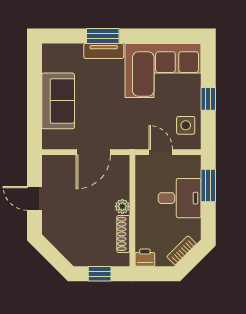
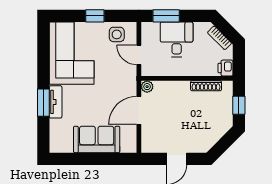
door: (93, 152) -> (139, 110), swing flipped
door: (161, 152) -> (139, 55), hinge flipped
plant: (122, 206) -> (147, 87), moved

